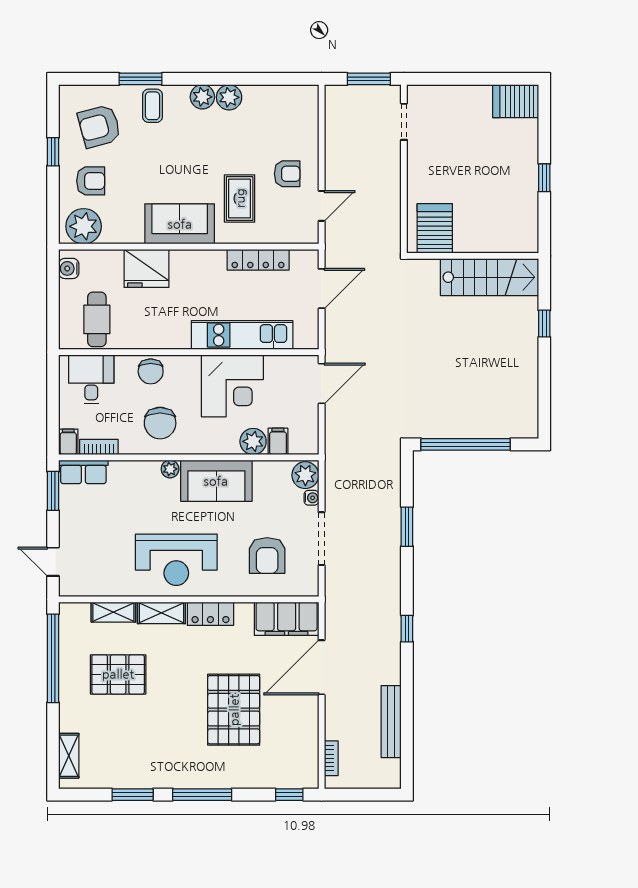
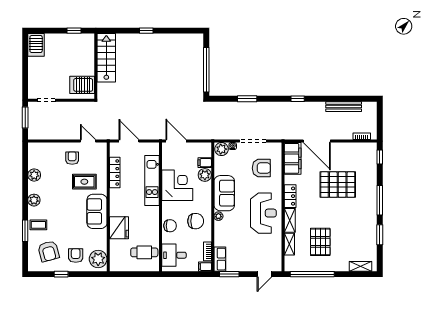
plant: (229, 97) -> (34, 175), moved
server rack: (435, 228) -> (82, 85), moved
wall: (473, 256) -> (96, 66), moved
water cooler: (69, 268) -> (119, 266), removed
stairs: (489, 277) -> (106, 58), moved

